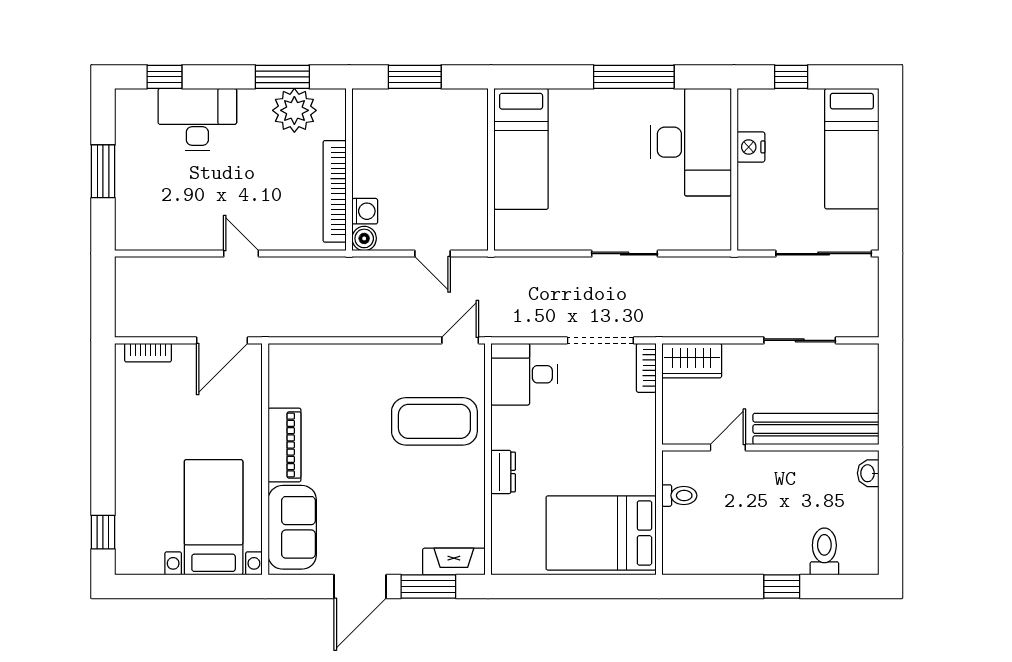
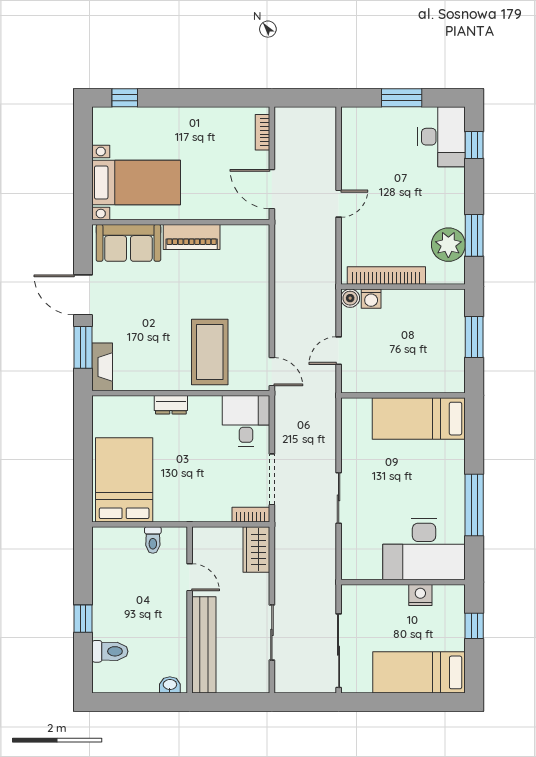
desk: (197, 119) -> (442, 137), moved

